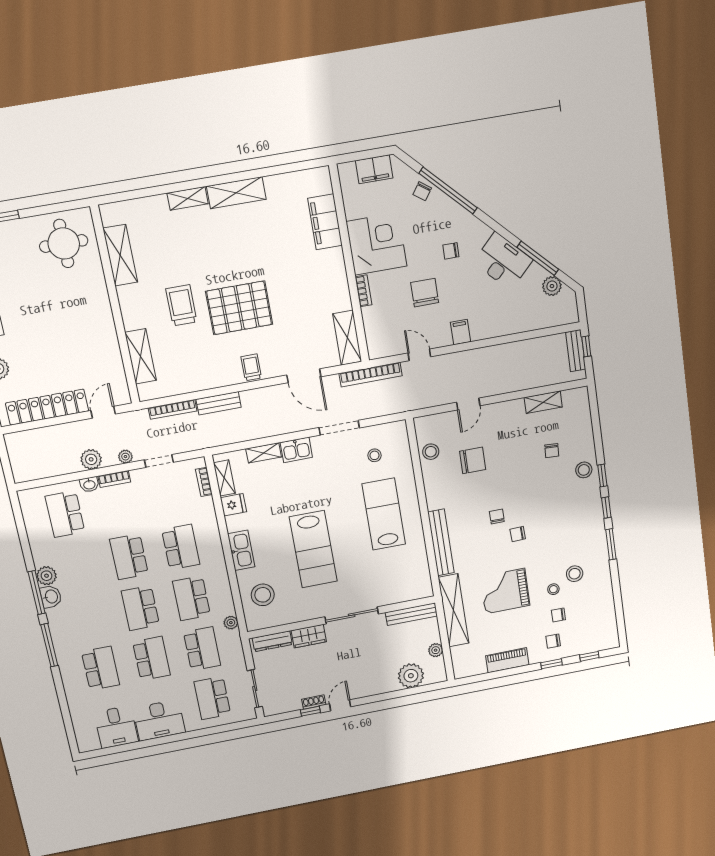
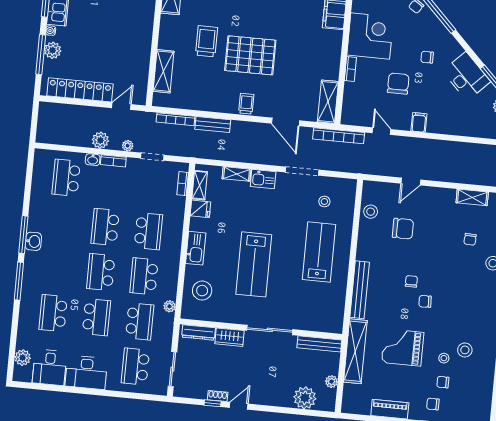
plant: (46, 576) -> (23, 358), moved
school desk: (101, 668) -> (53, 313), turned 180

